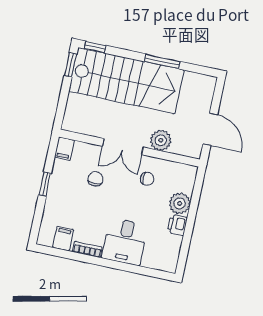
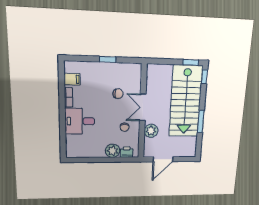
filing cabinet: (64, 149) -> (134, 69), removed
printer: (177, 225) -> (127, 152), moved

